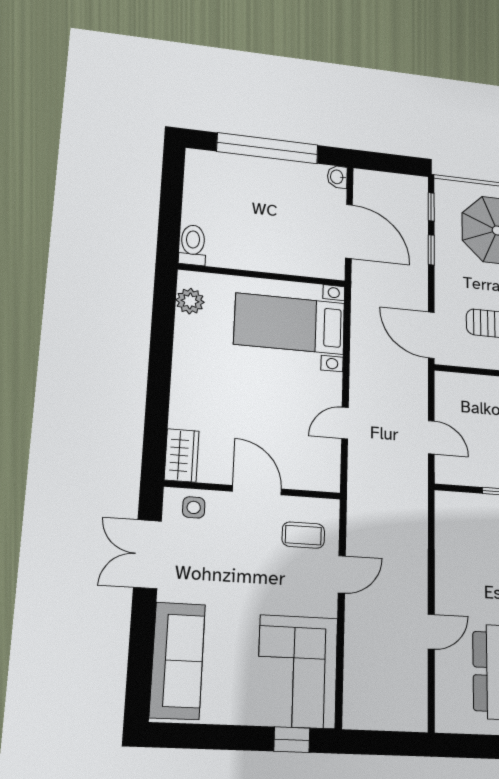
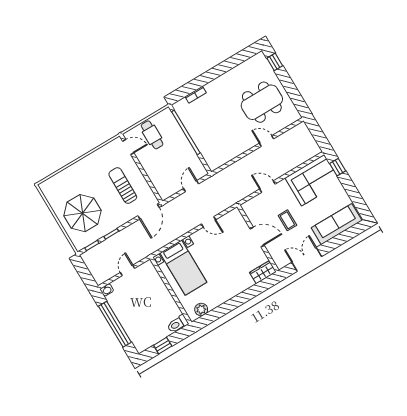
window: (171, 195) -> (163, 346), added
door: (349, 231) -> (127, 270), width x0.53
door: (257, 490) -> (257, 237), swing flipped
side table: (194, 507) -> (279, 255), removed
coffee table: (303, 535) -> (287, 220), moved
double door: (147, 554) -> (307, 259), swing flipped

